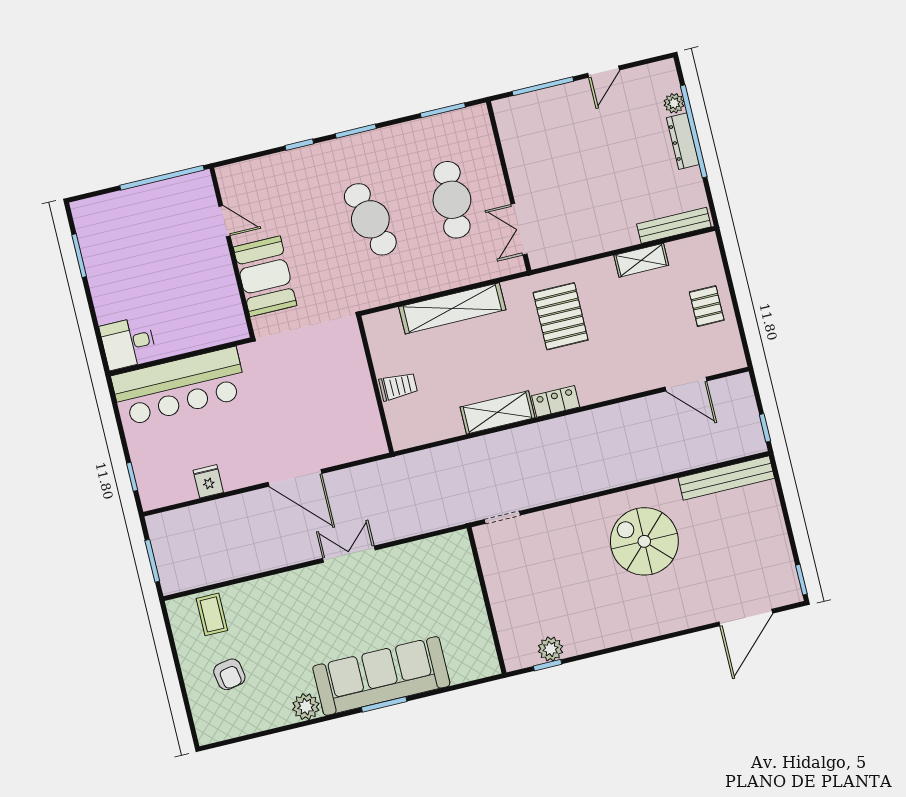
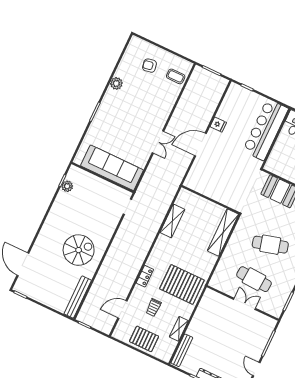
double door: (519, 229) -> (245, 304), moved
pallet: (707, 306) -> (144, 339), width x1.50, depth x1.42
shelving: (452, 308) -> (223, 233), moved
pallet: (561, 316) -> (182, 284), width x1.37, depth x1.41
trolley: (398, 386) -> (153, 308), moved
locker: (556, 401) -> (145, 276), moved
shelving: (498, 412) -> (172, 221), moved
fridge: (208, 481) -> (218, 125), moved
sofa: (381, 676) -> (112, 168), moved, turned -90

